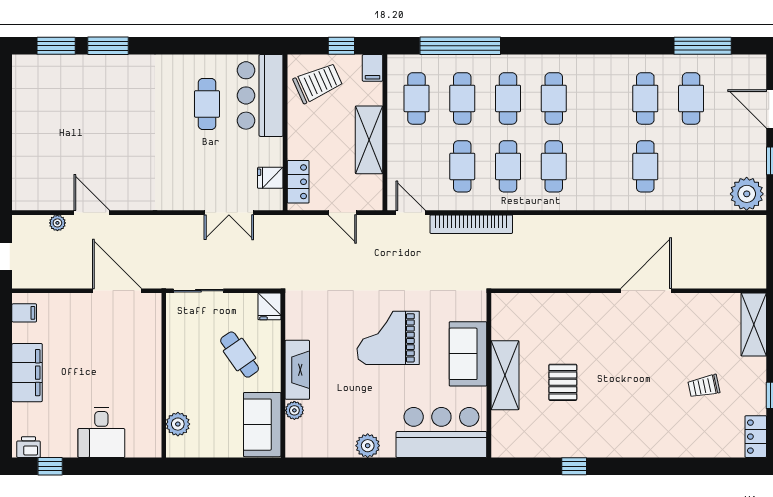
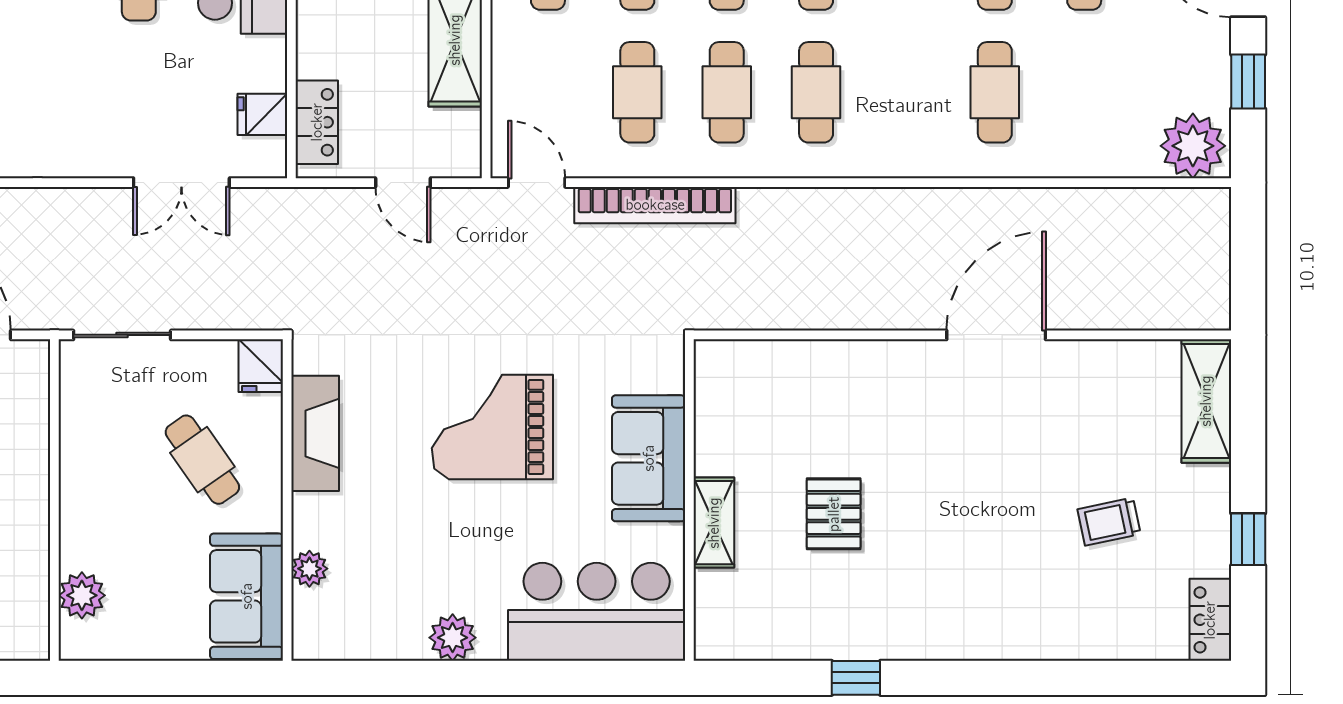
fireplace: (297, 370) -> (315, 433), moved
shelving: (505, 375) -> (714, 523), width x0.67, depth x0.75

